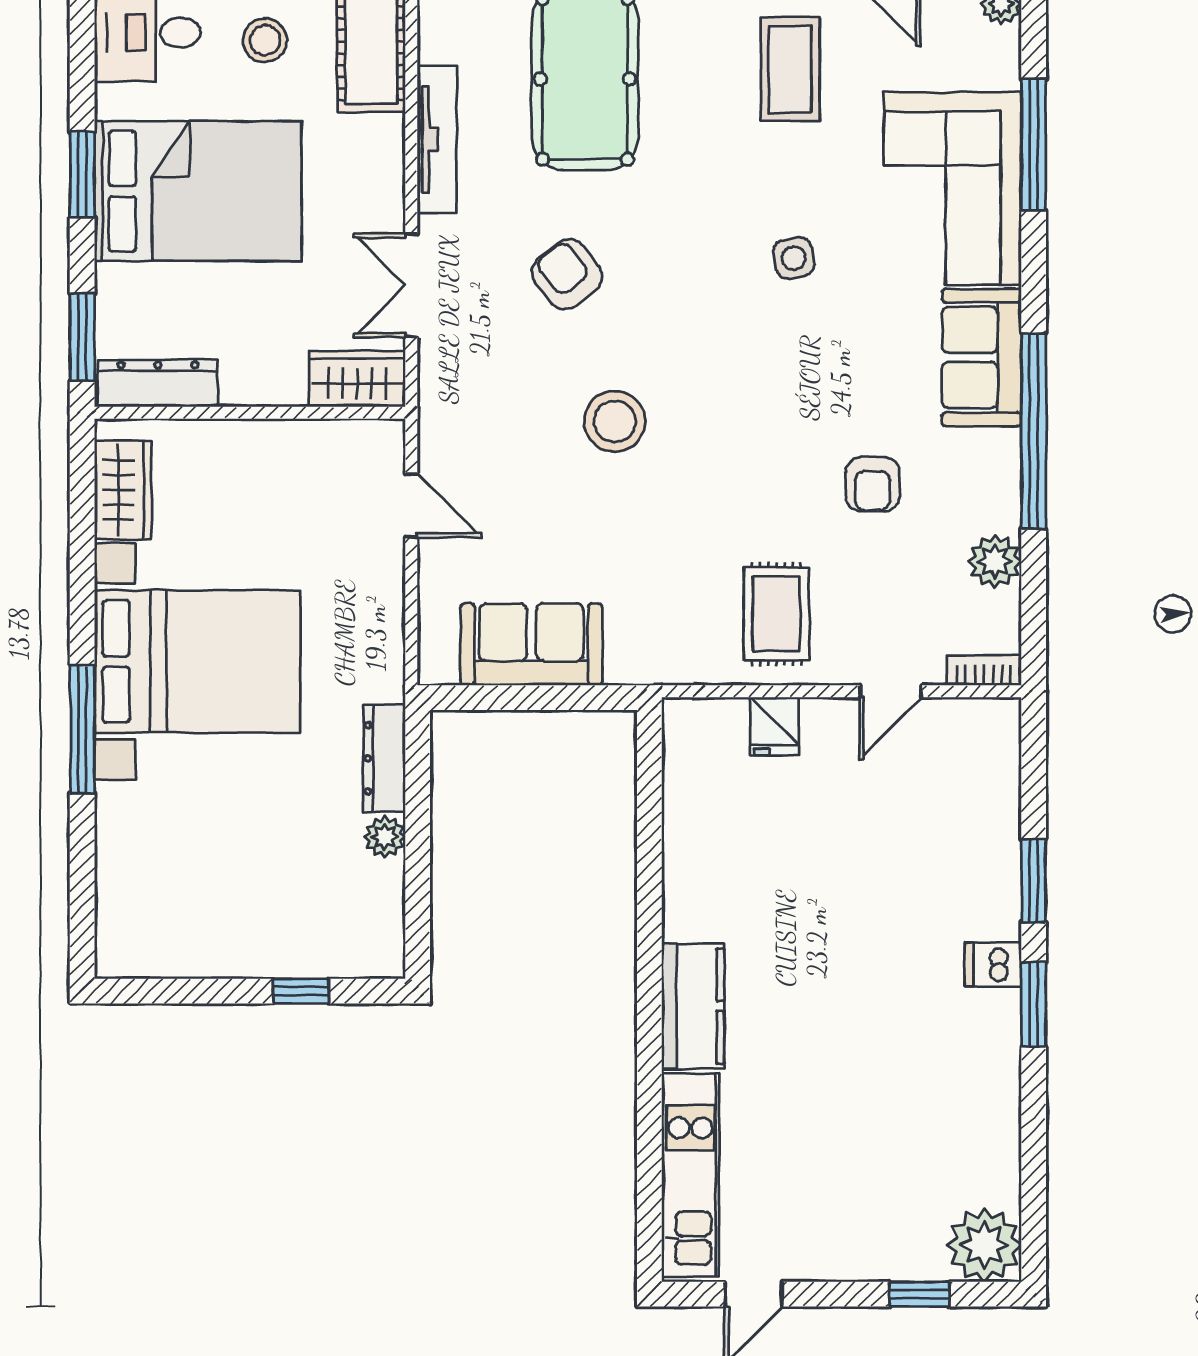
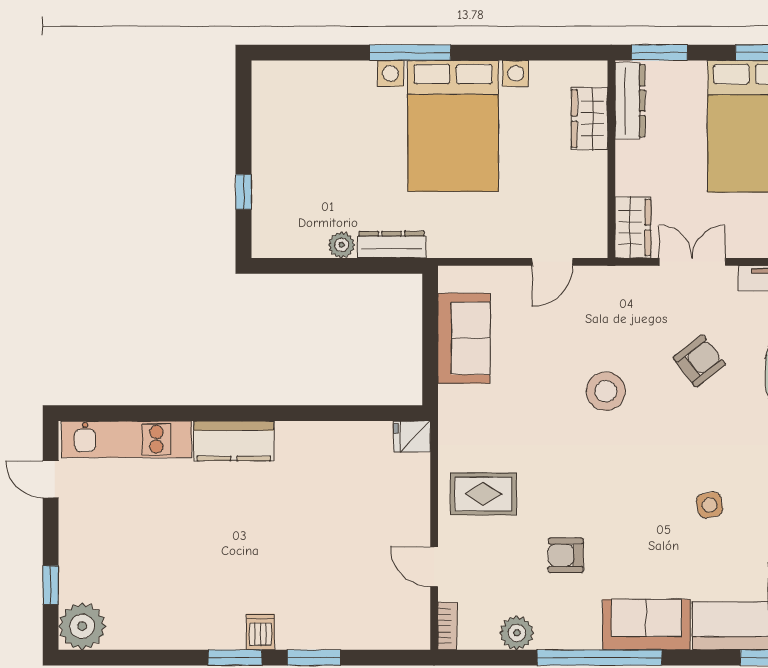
wardrobe: (123, 490) -> (589, 119), moved, turned 90
fridge: (774, 726) -> (412, 436), moved

